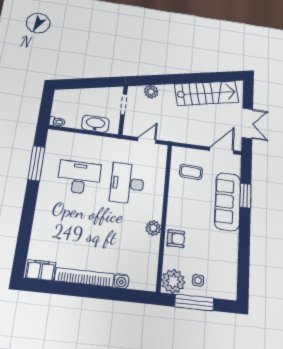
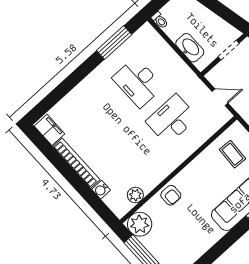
desk: (79, 177) -> (138, 82), turned 180
plant: (153, 228) -> (135, 195), moved
side table: (198, 280) -> (159, 240), removed

